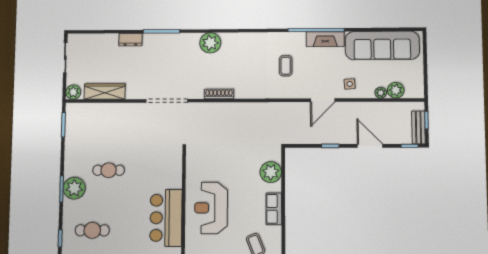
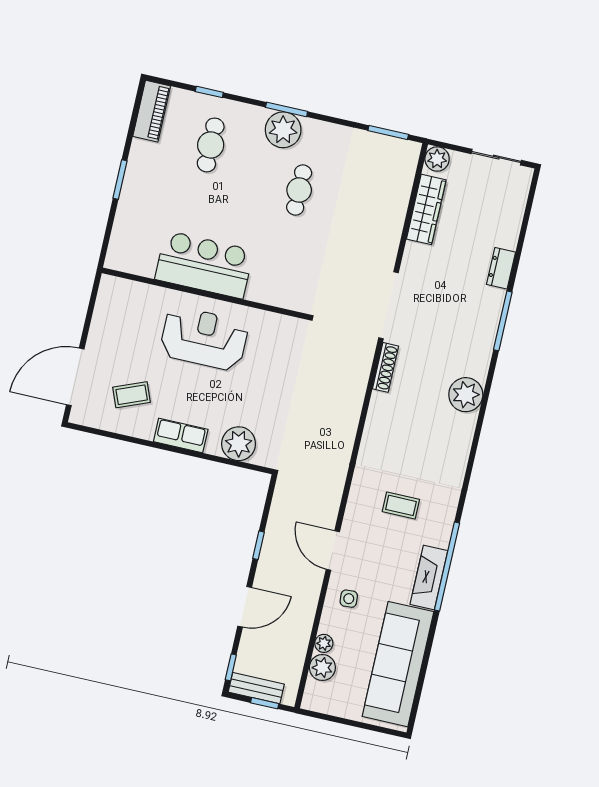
shoe rack: (219, 94) -> (386, 367), moved

